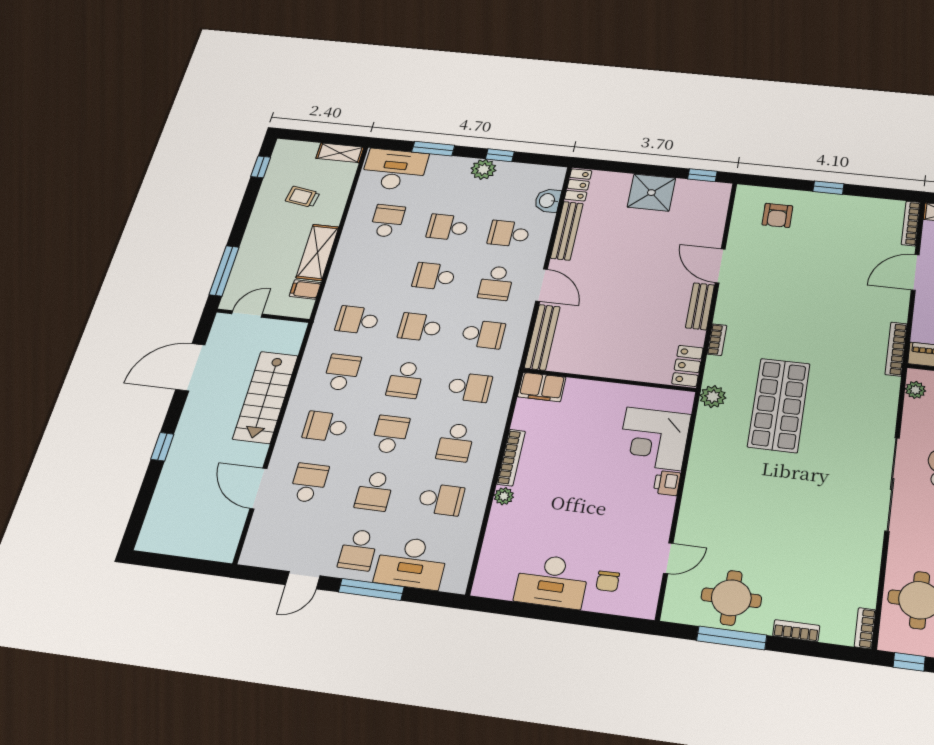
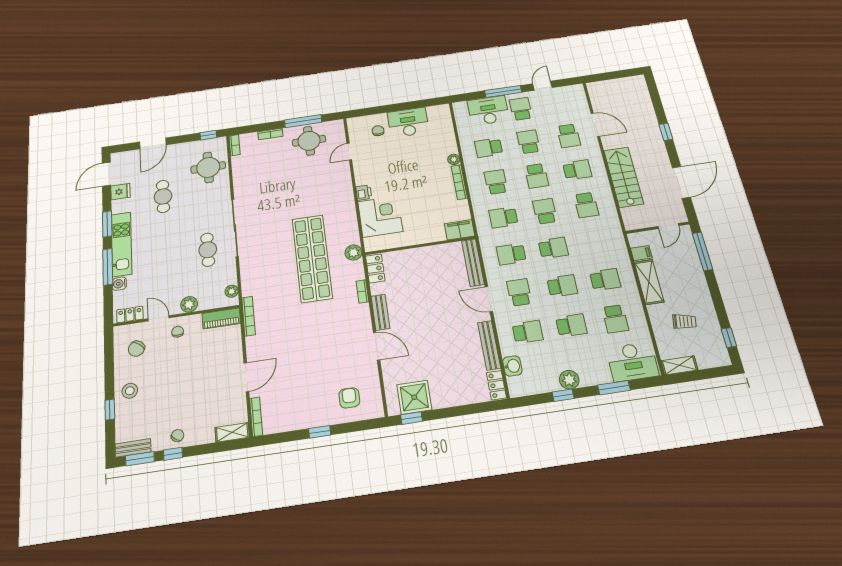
shower: (651, 193) -> (414, 397), moved
school desk: (358, 320) -> (605, 279), moved
shop shelf: (779, 405) -> (312, 258), width x1.40

